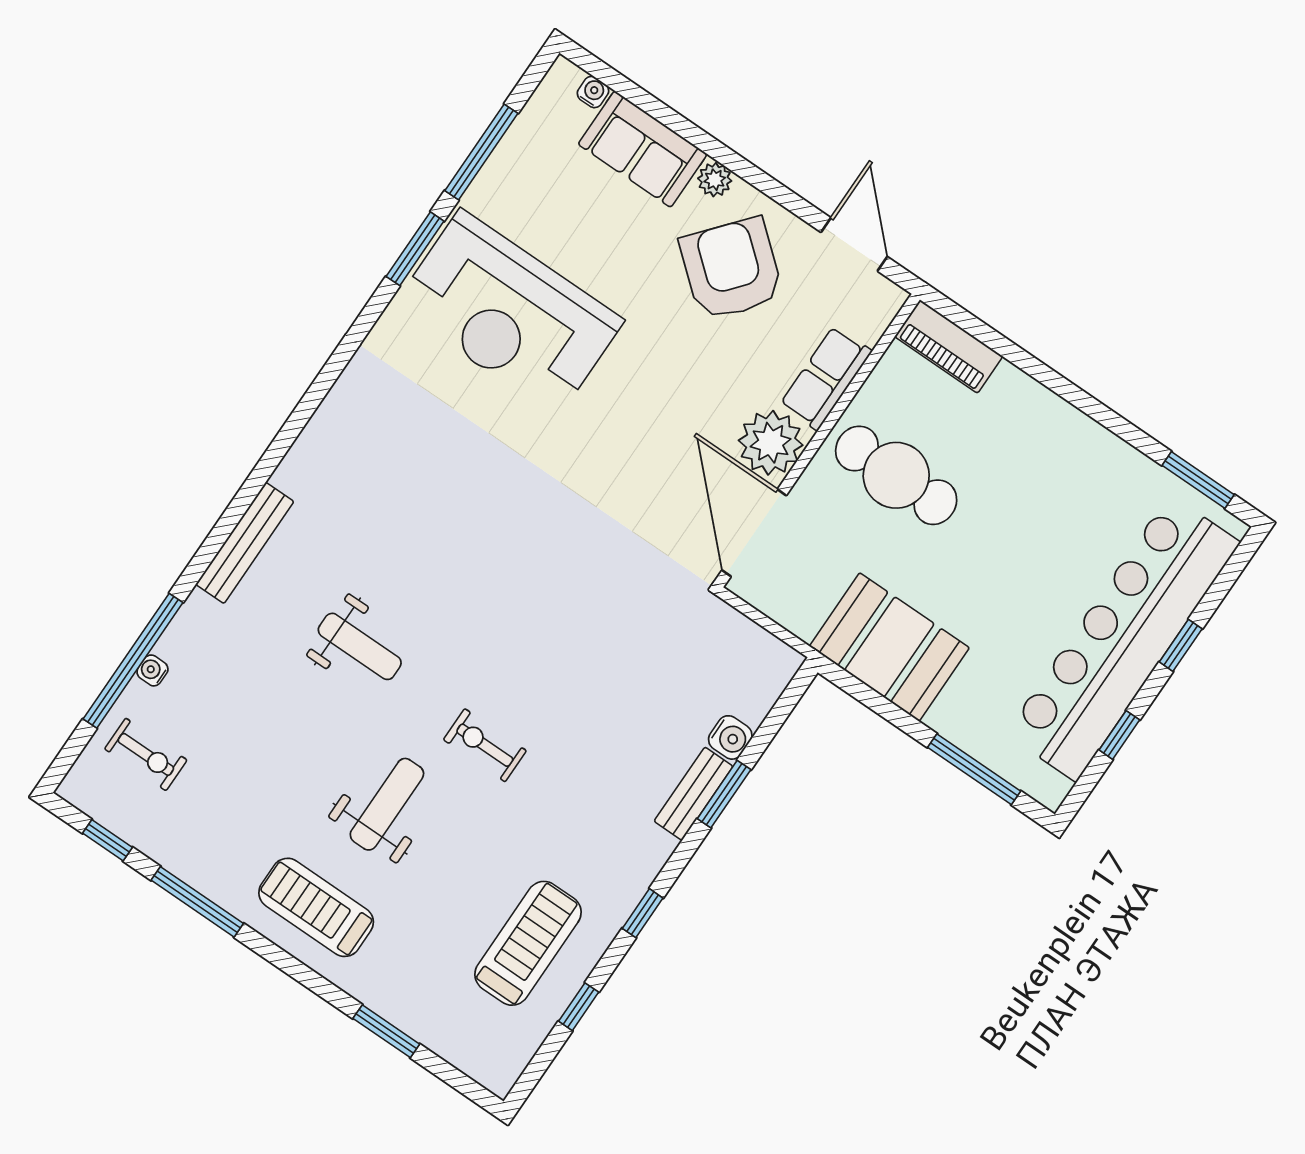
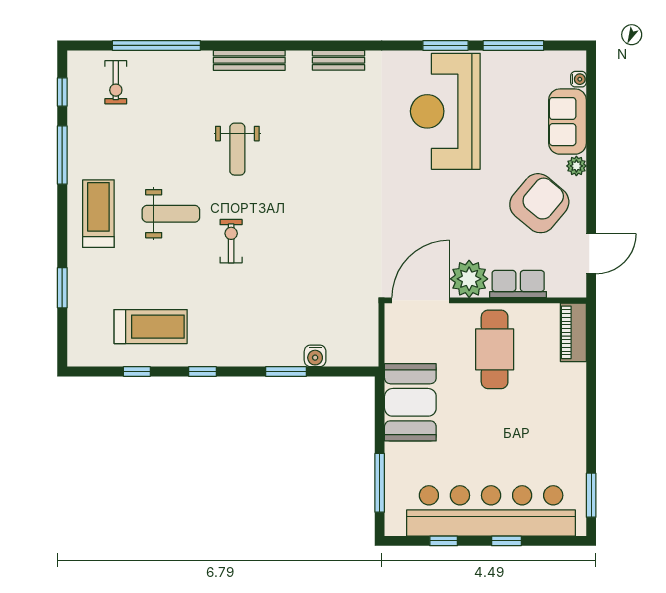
water cooler: (152, 670) -> (158, 58), removed
bench: (694, 794) -> (339, 60), moved

